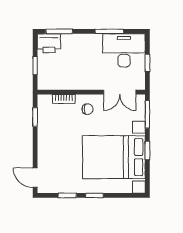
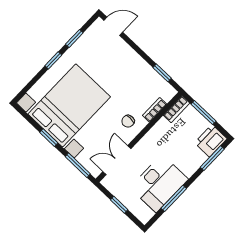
desk: (124, 50) -> (159, 183), moved
window: (35, 65) -> (204, 113), width x1.50
bookcase: (50, 85) -> (177, 109), added

